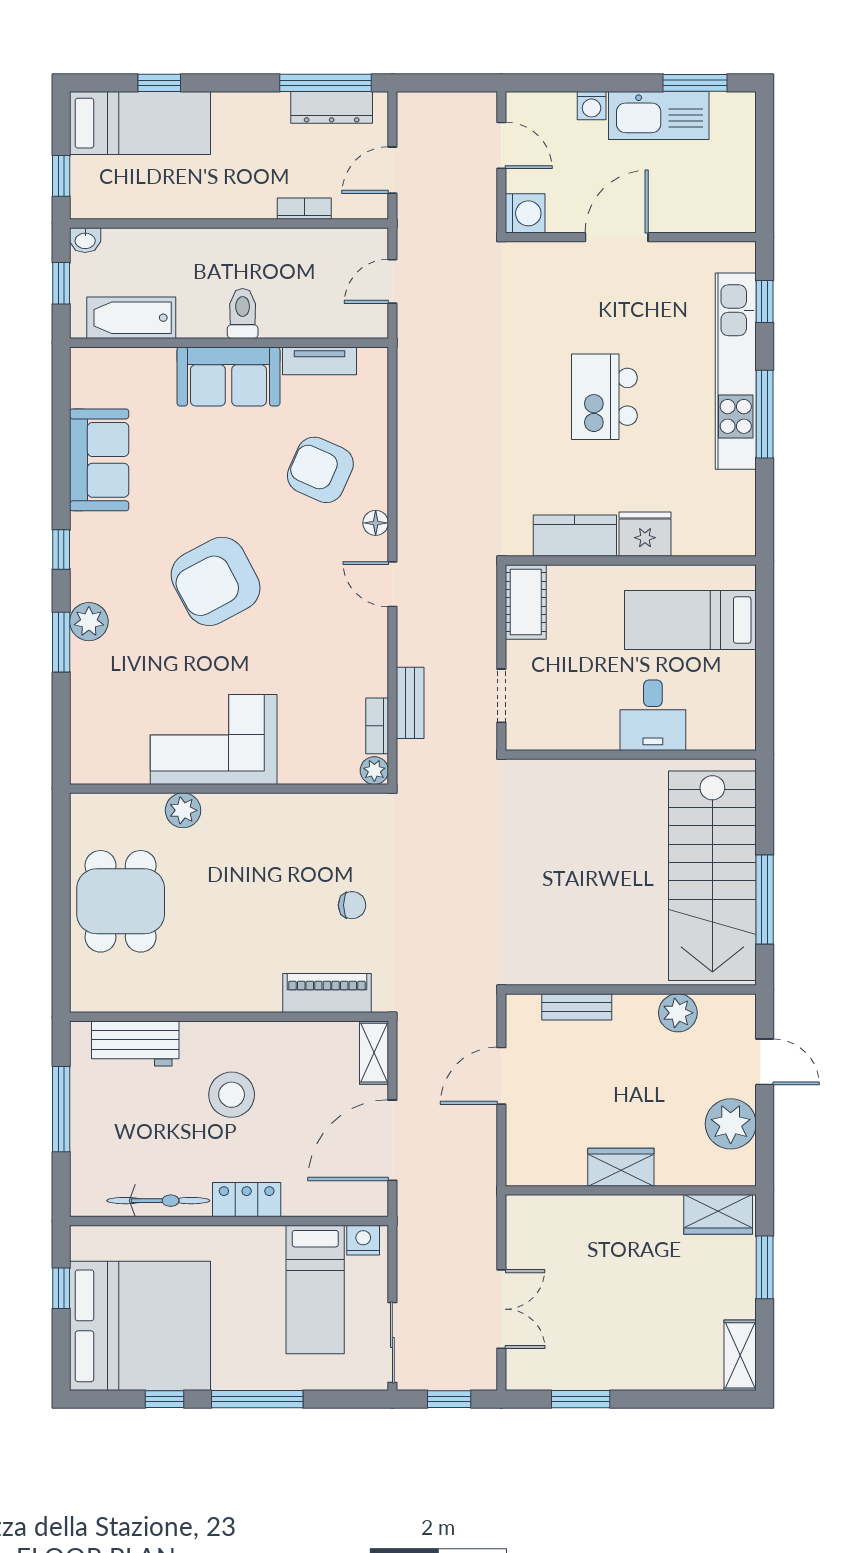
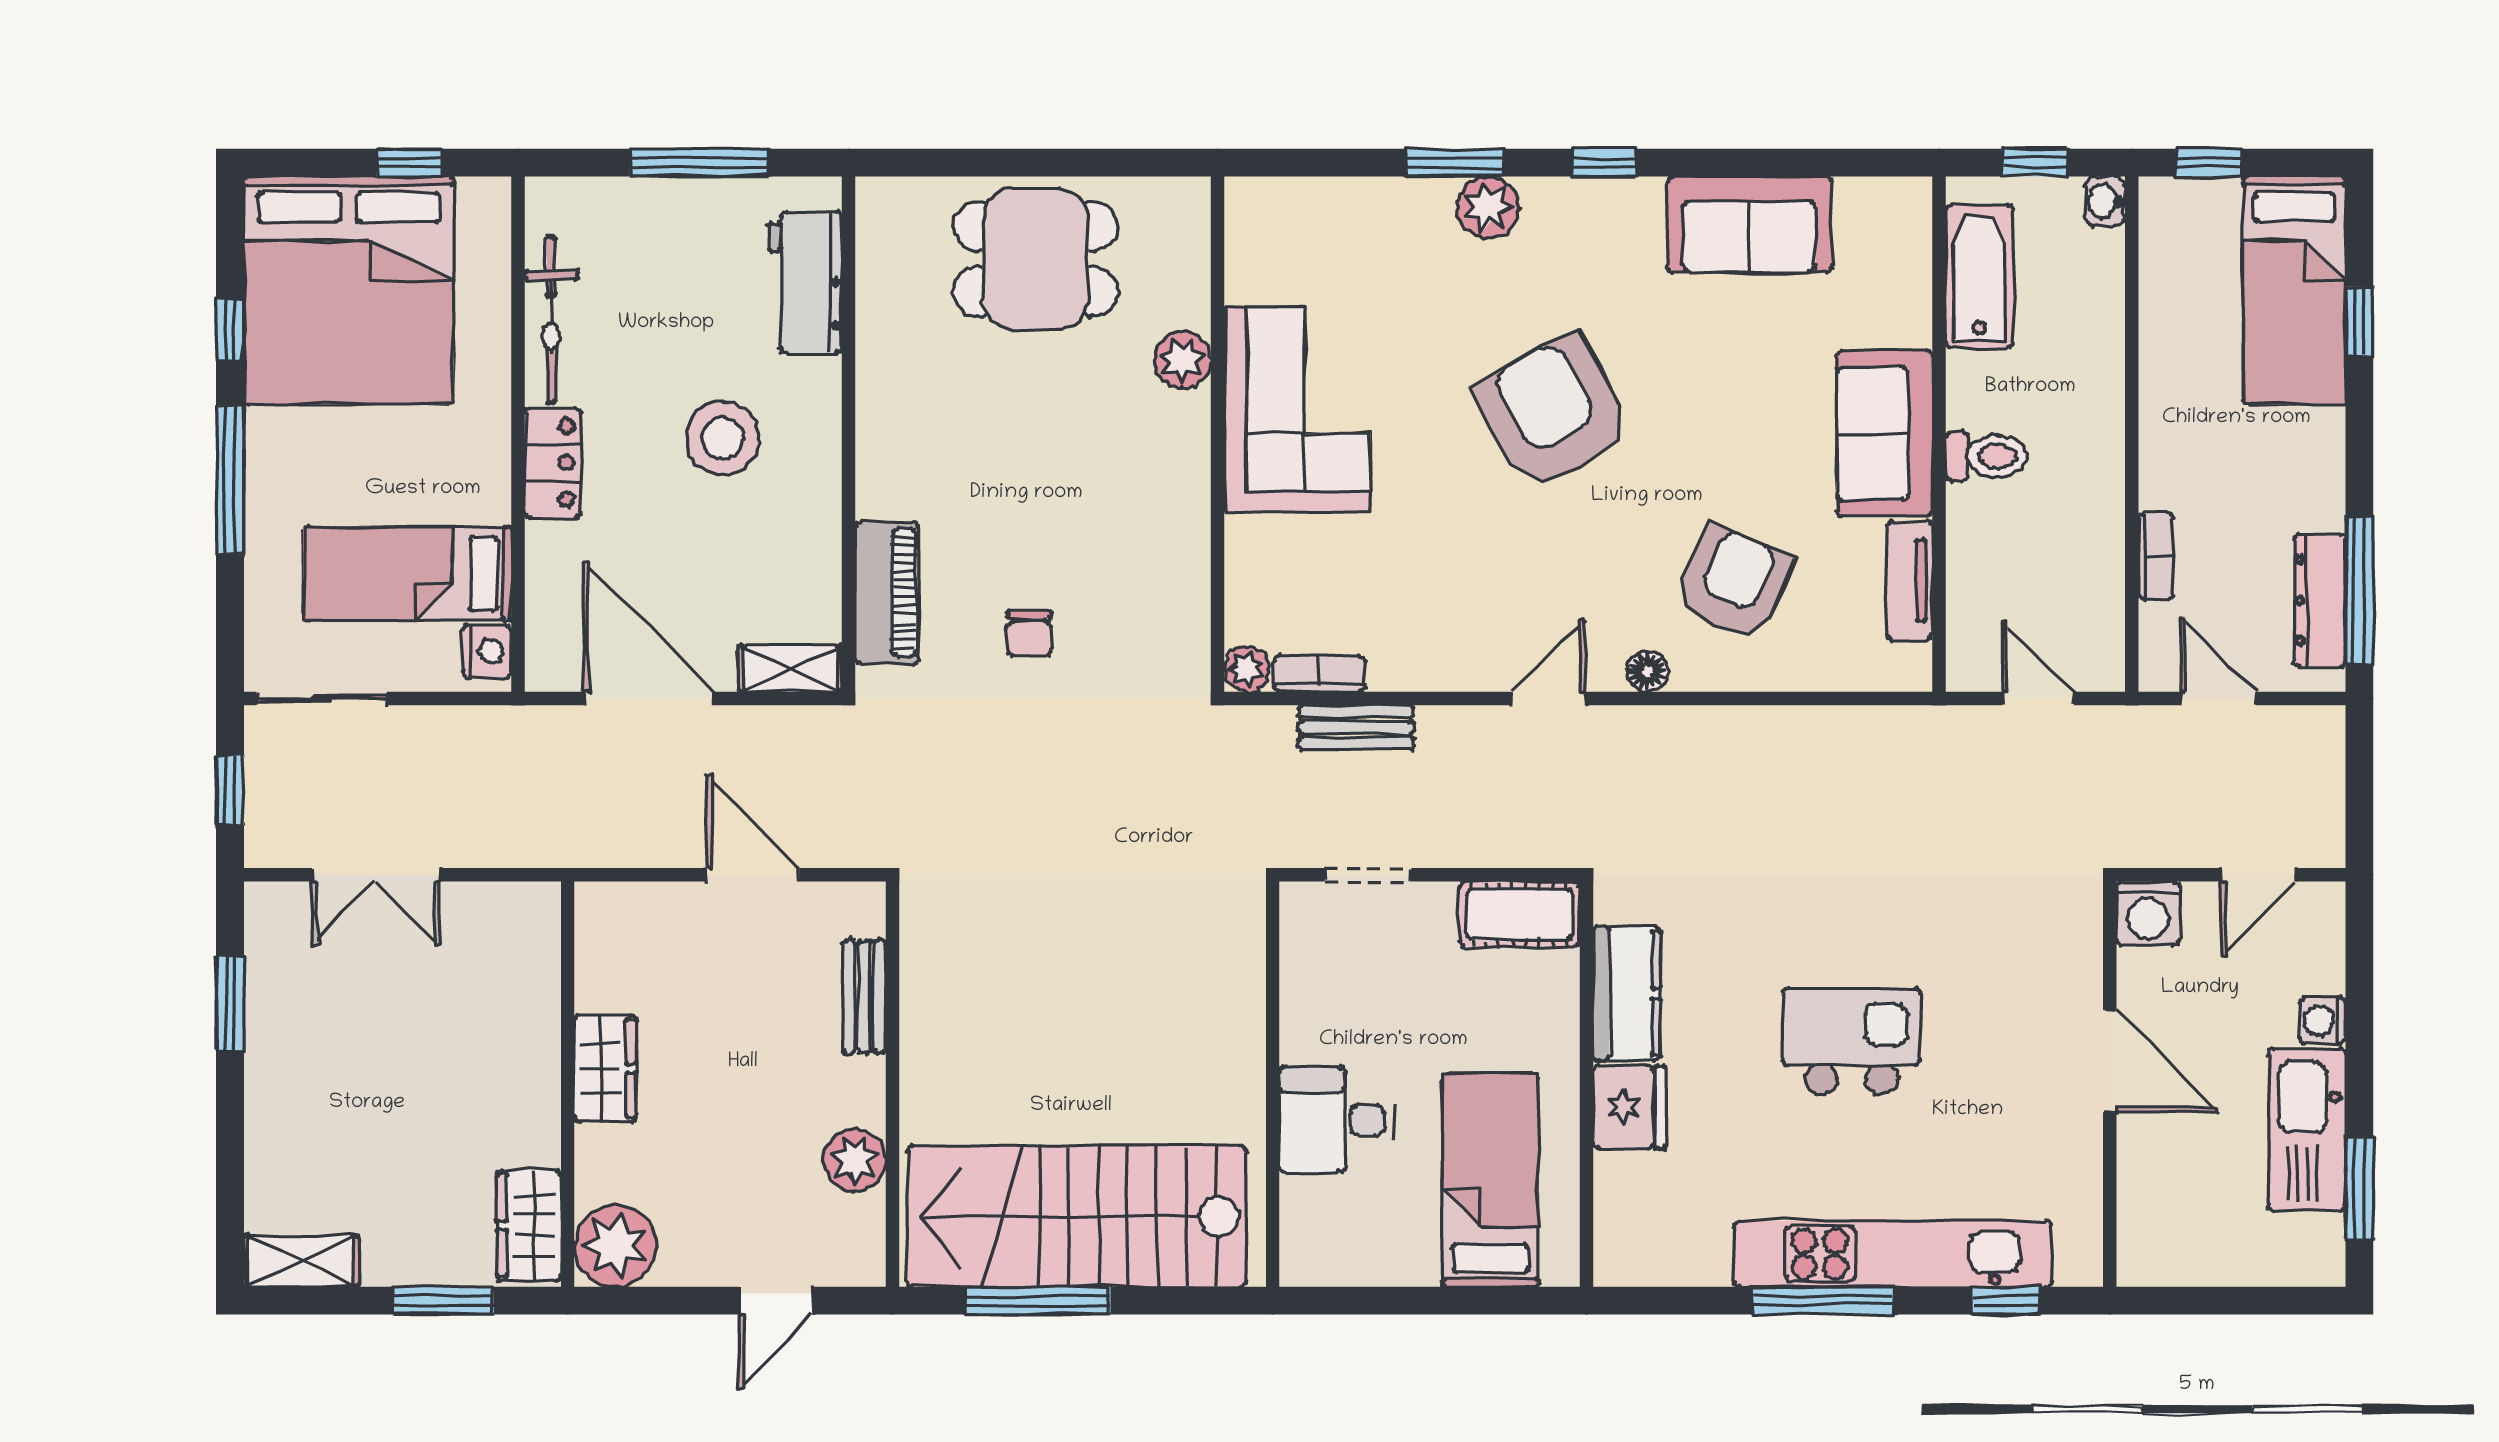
plant: (731, 1124) -> (615, 1246), moved

